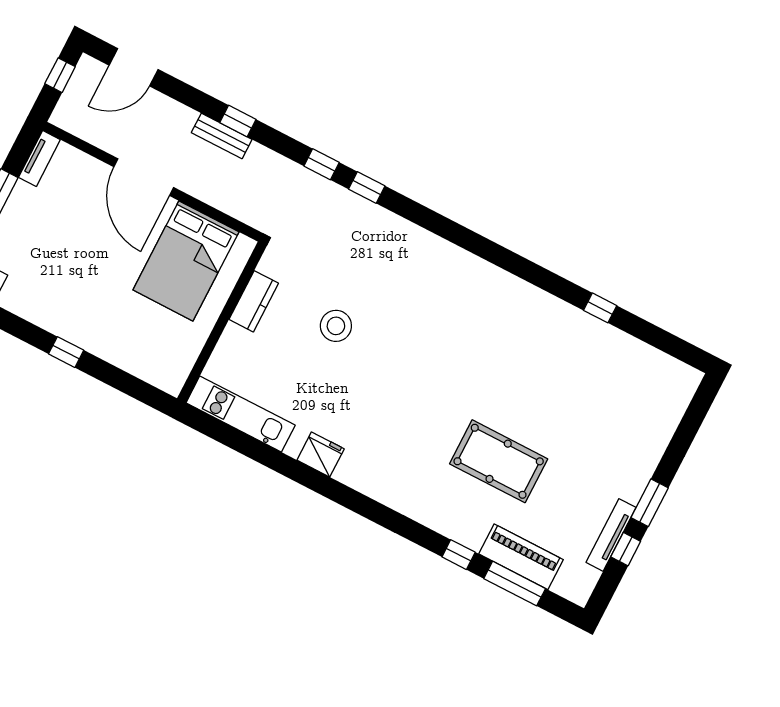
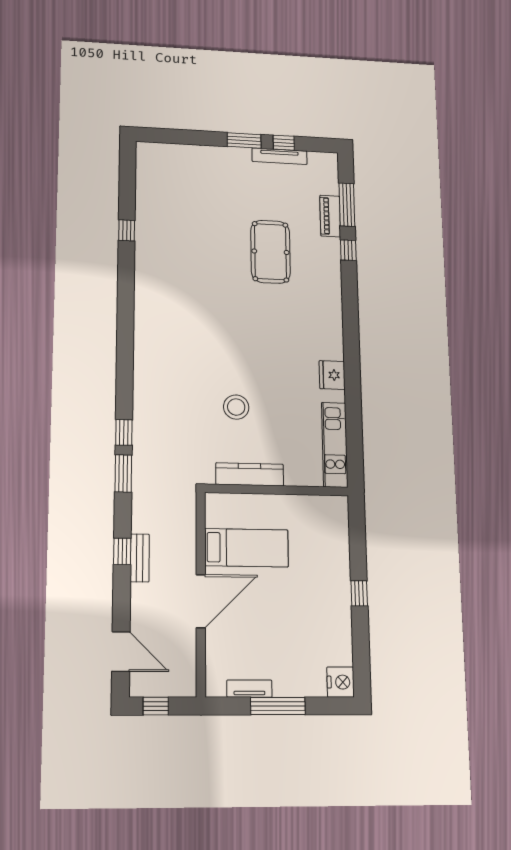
tv unit: (39, 158) -> (249, 689), moved
window: (322, 164) -> (123, 473), width x1.50
bed: (186, 261) -> (247, 548), width x0.67
kitchen counter: (254, 301) -> (250, 474), width x1.50
piano: (521, 557) -> (330, 216), width x0.73, depth x0.75

